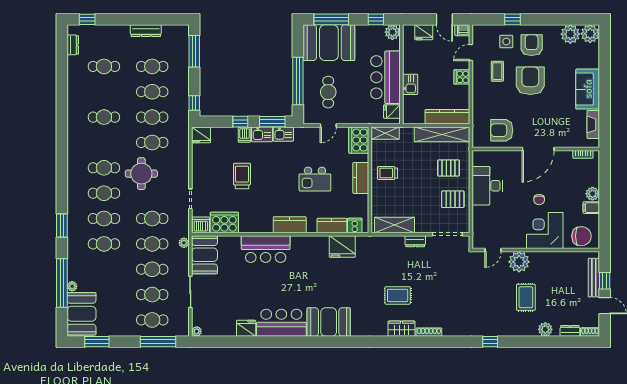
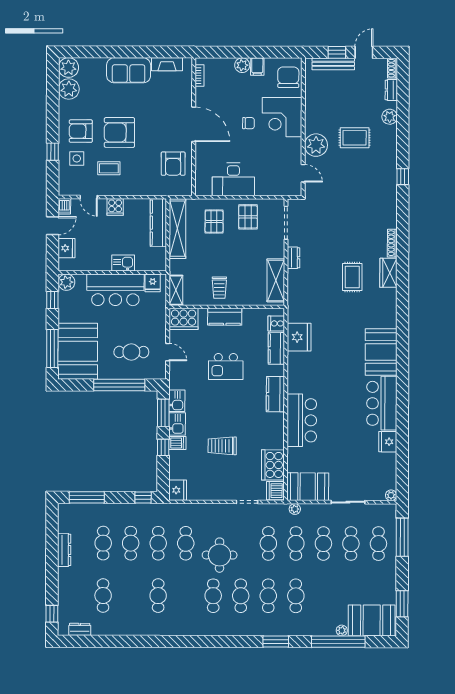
kitchen island: (315, 179) -> (226, 367), turned 90

